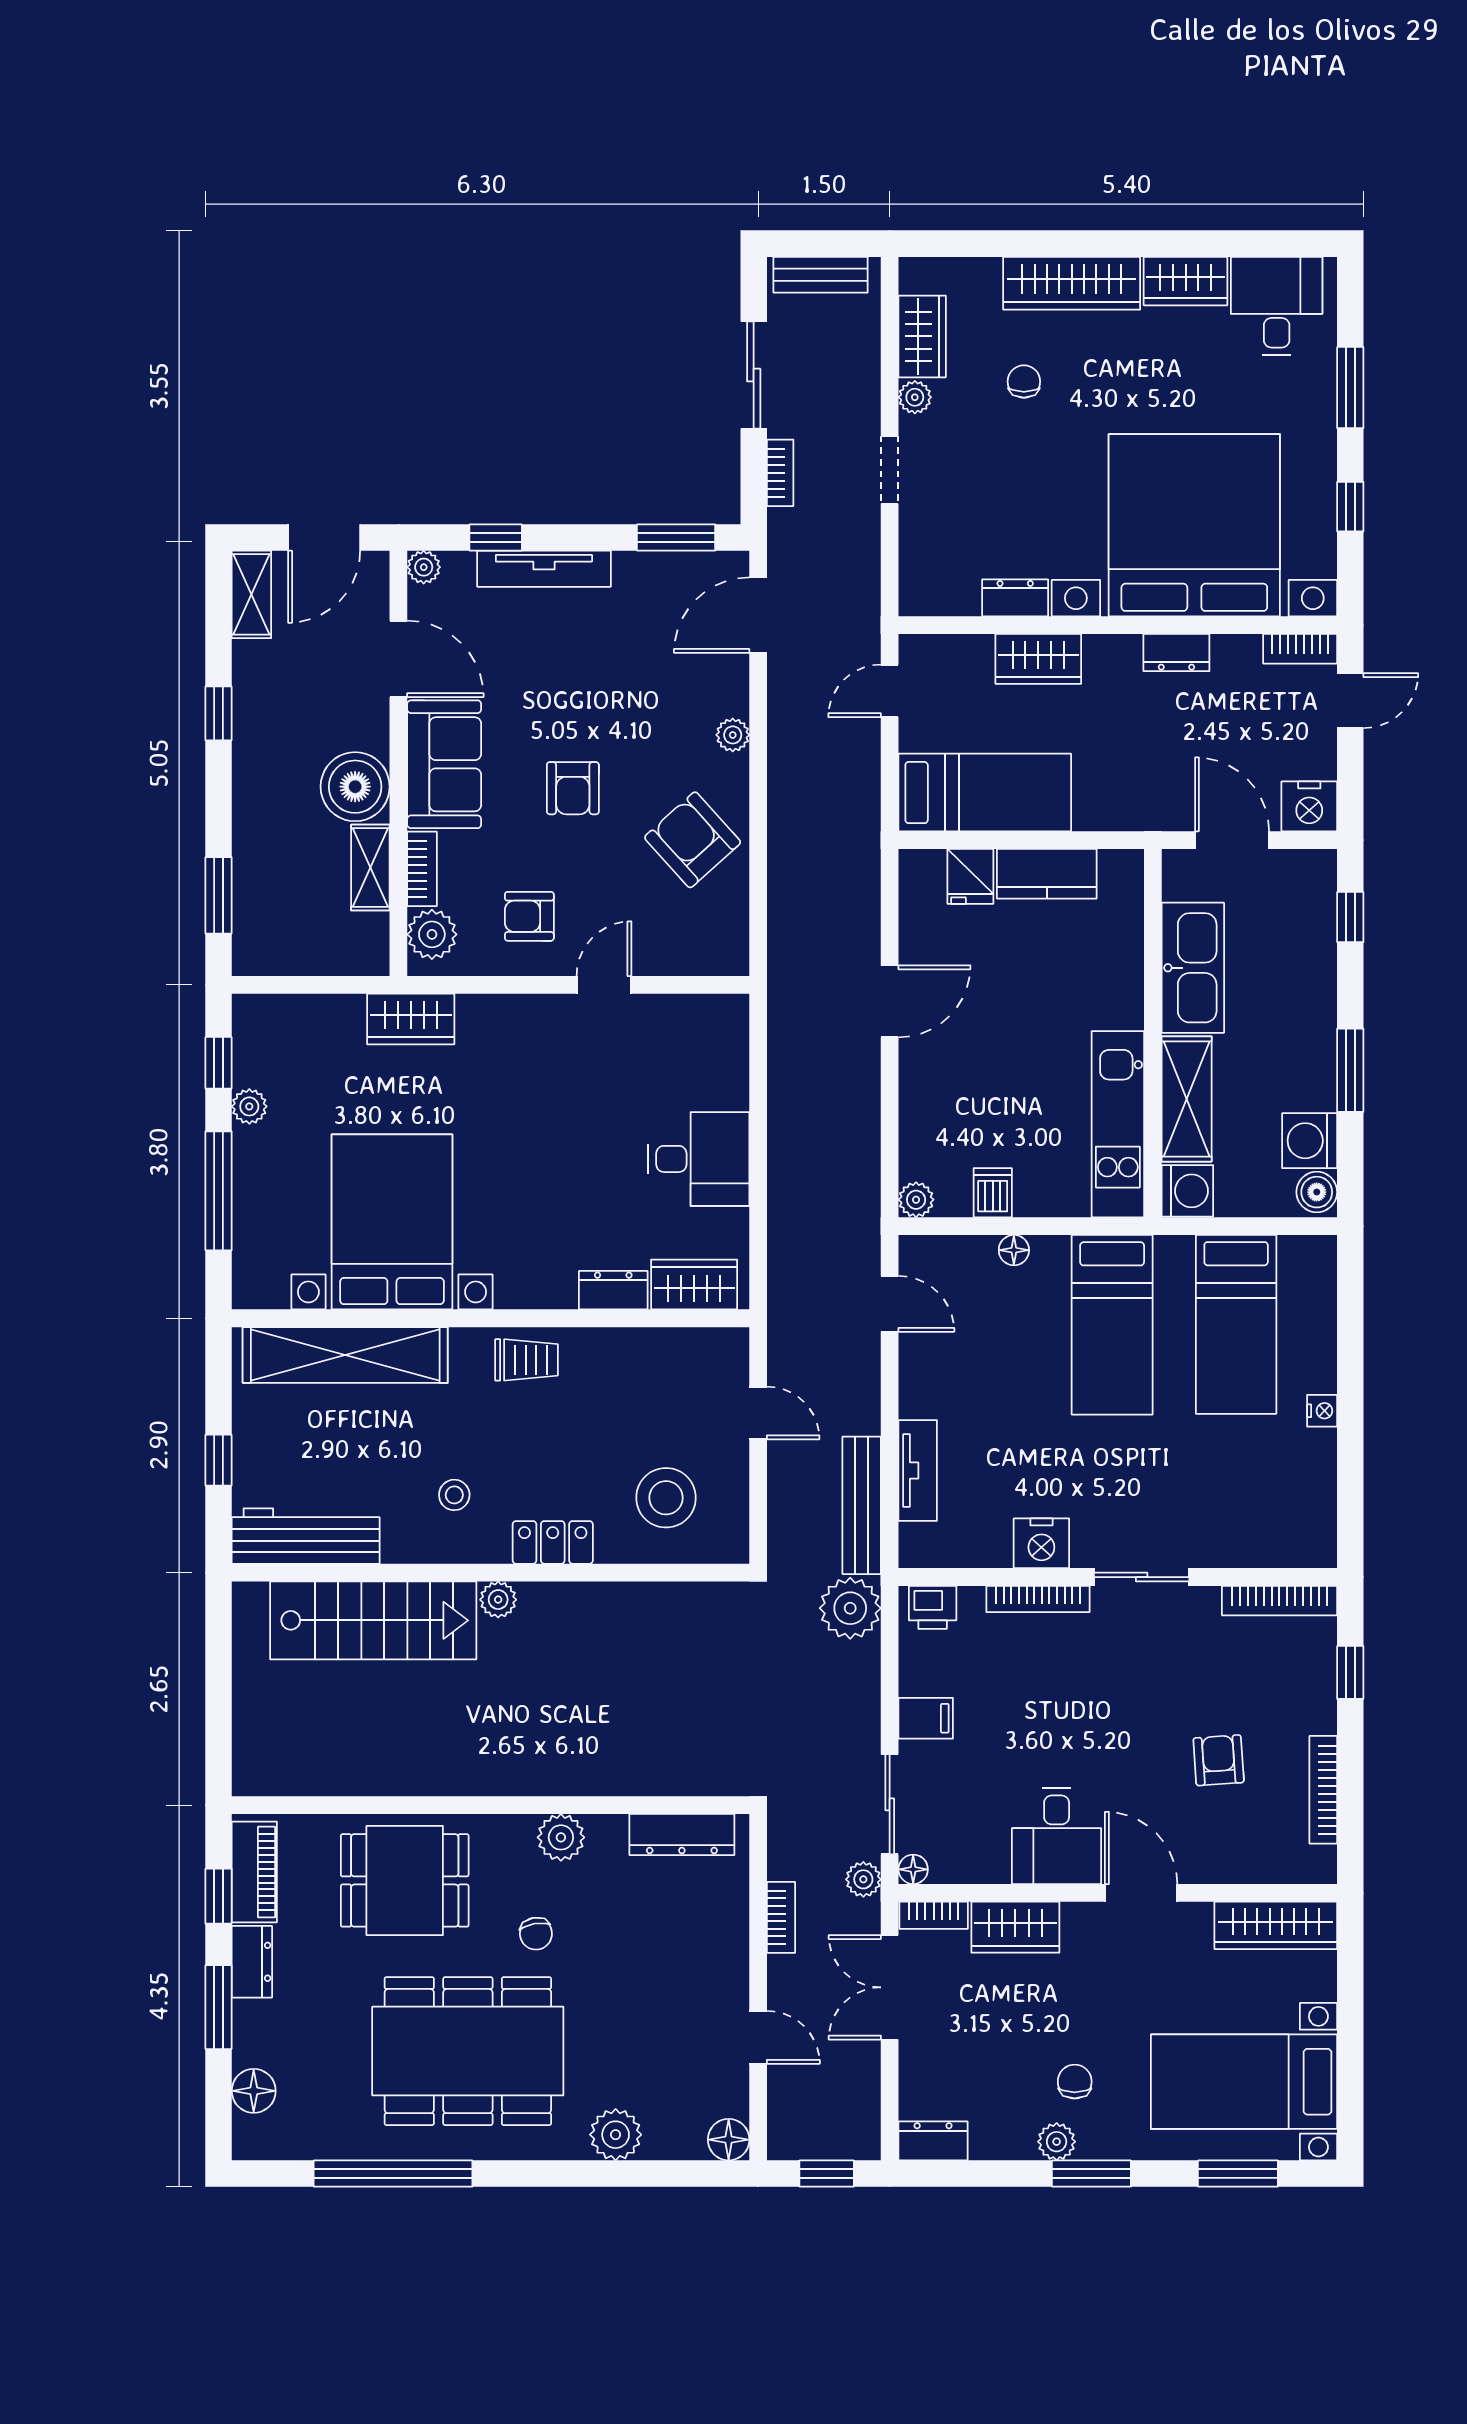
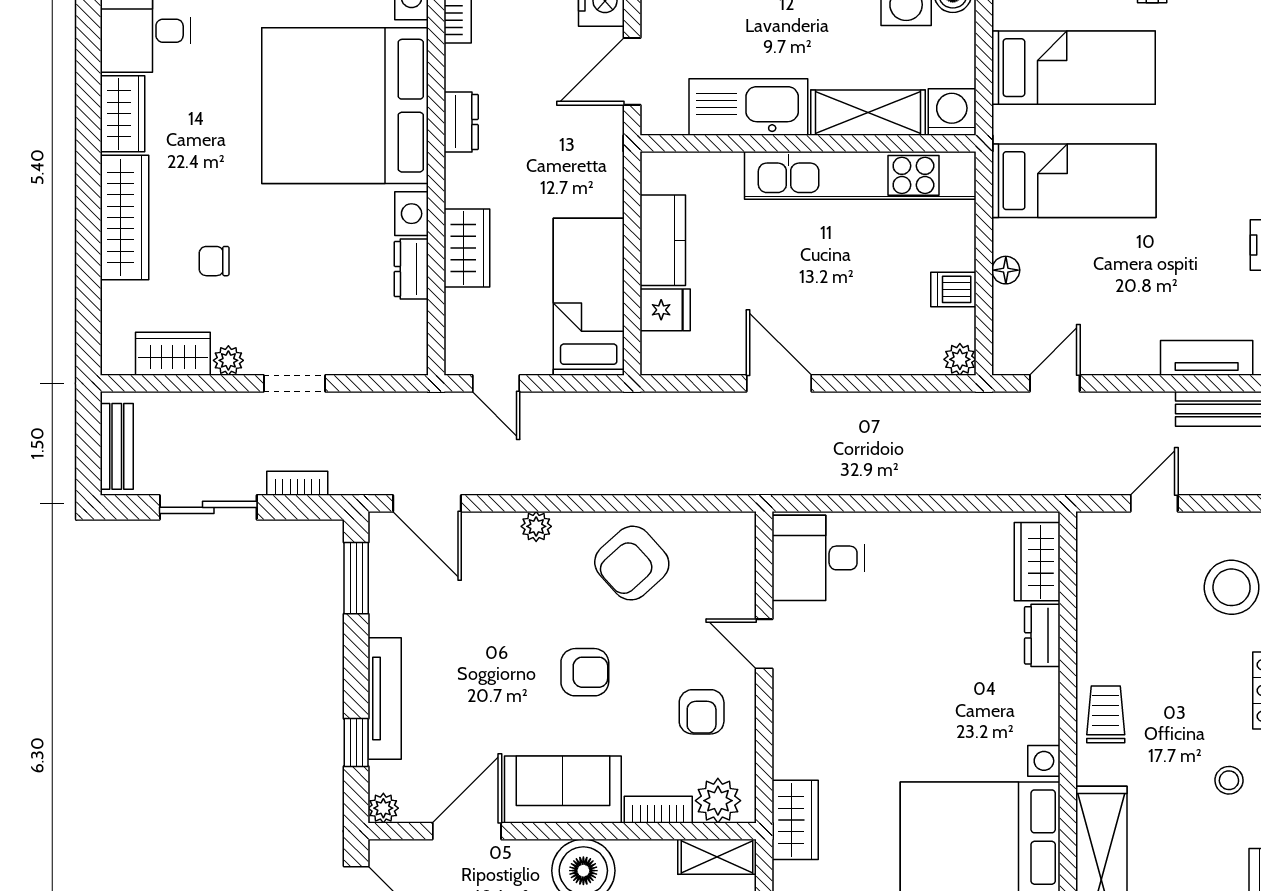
shelving: (370, 868) -> (717, 857), moved
kitchen unit: (1118, 1124) -> (860, 175), width x1.36
desk: (699, 1159) -> (818, 558), moved, turned -90

